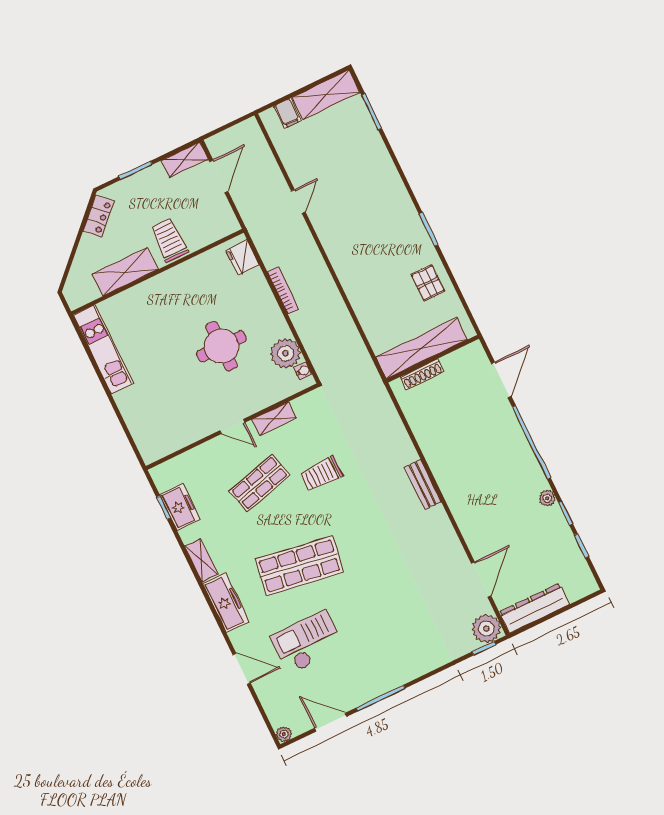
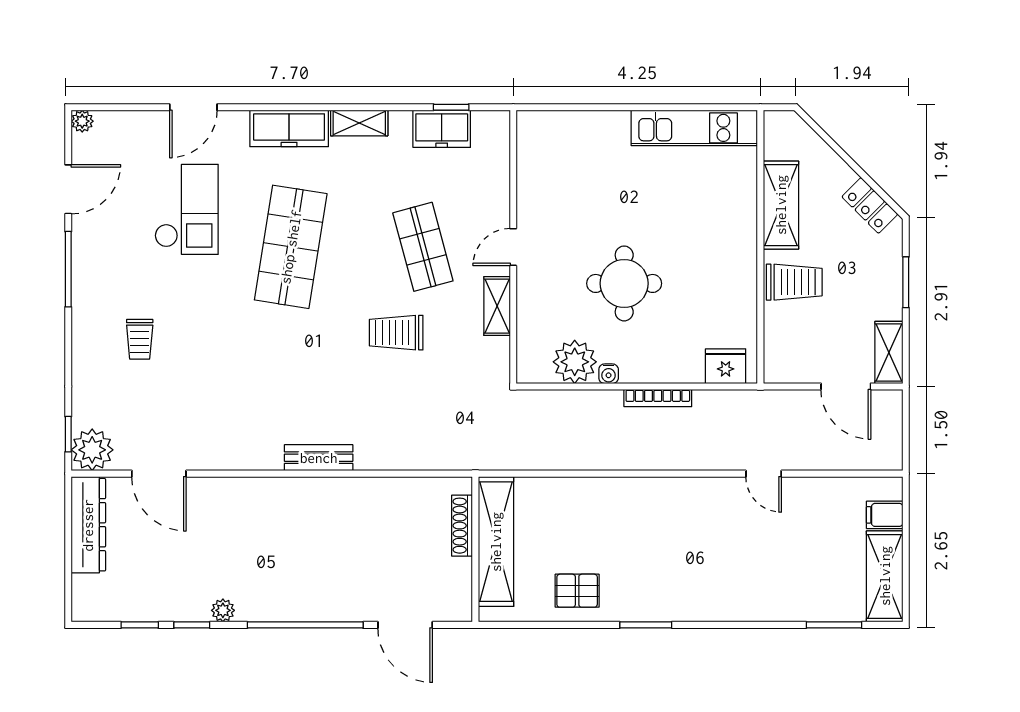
water cooler: (303, 371) -> (609, 374), moved
trolley: (321, 474) -> (396, 333), turned -90
trolley: (403, 632) -> (140, 339), added

